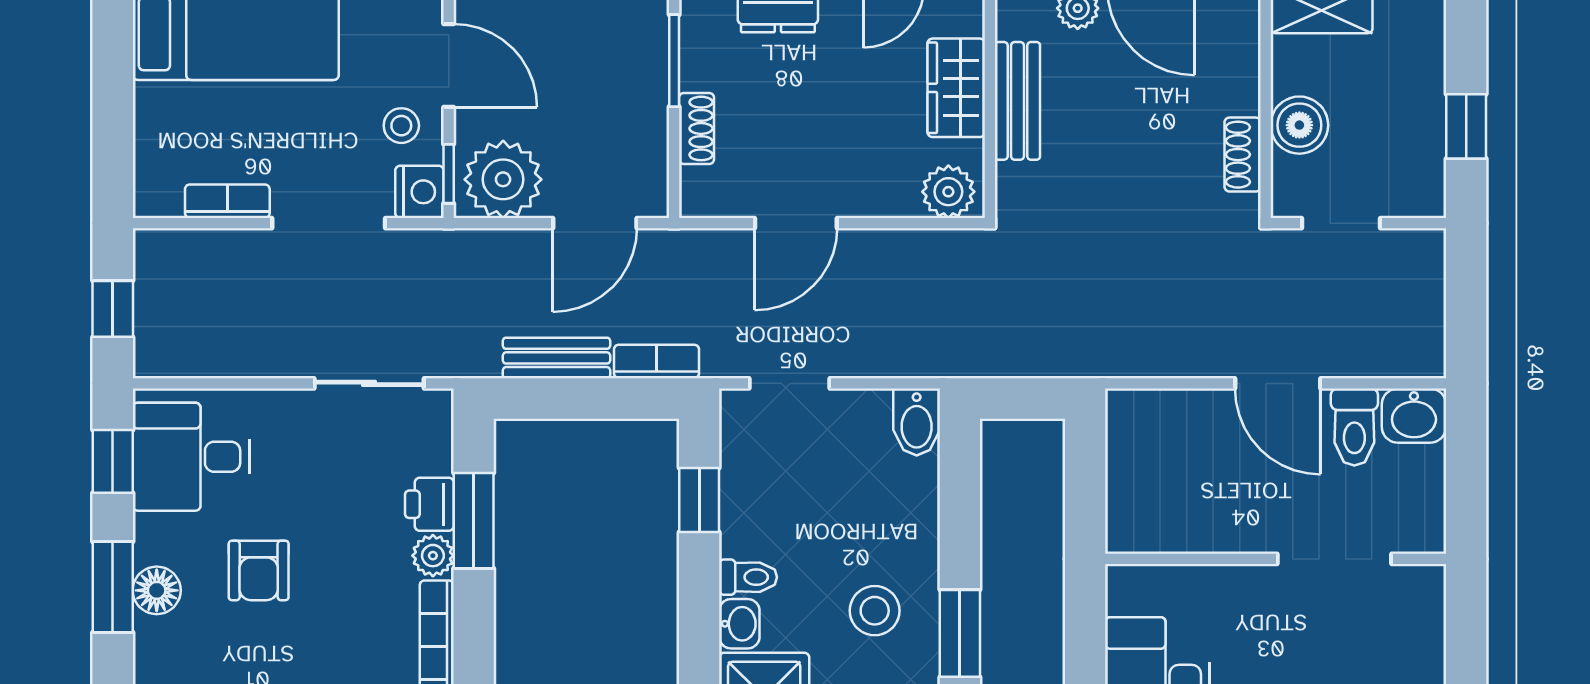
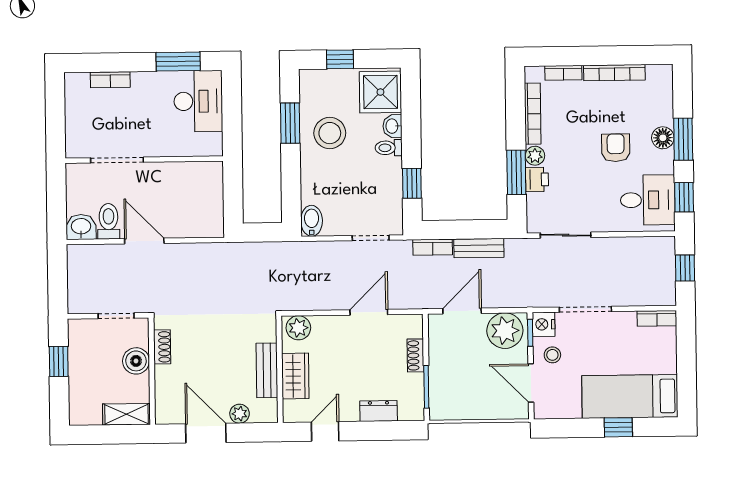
bookcase: (227, 201) -> (657, 318), moved
stool: (875, 611) -> (330, 133), width x1.38, depth x1.38

